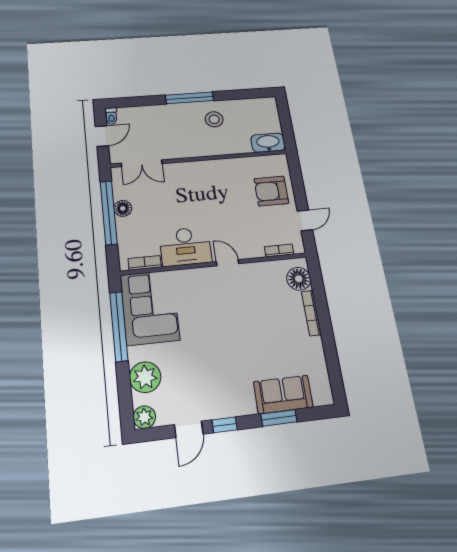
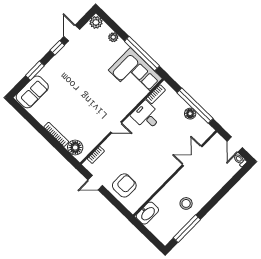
window: (190, 98) -> (187, 229), moved
double door: (142, 163) -> (192, 156), moved
door: (305, 220) -> (95, 183), hinge flipped
desk: (185, 247) -> (146, 116), width x0.73
plant: (145, 377) -> (113, 37), width x0.53, depth x0.53
sofa: (283, 394) -> (32, 92), moved

